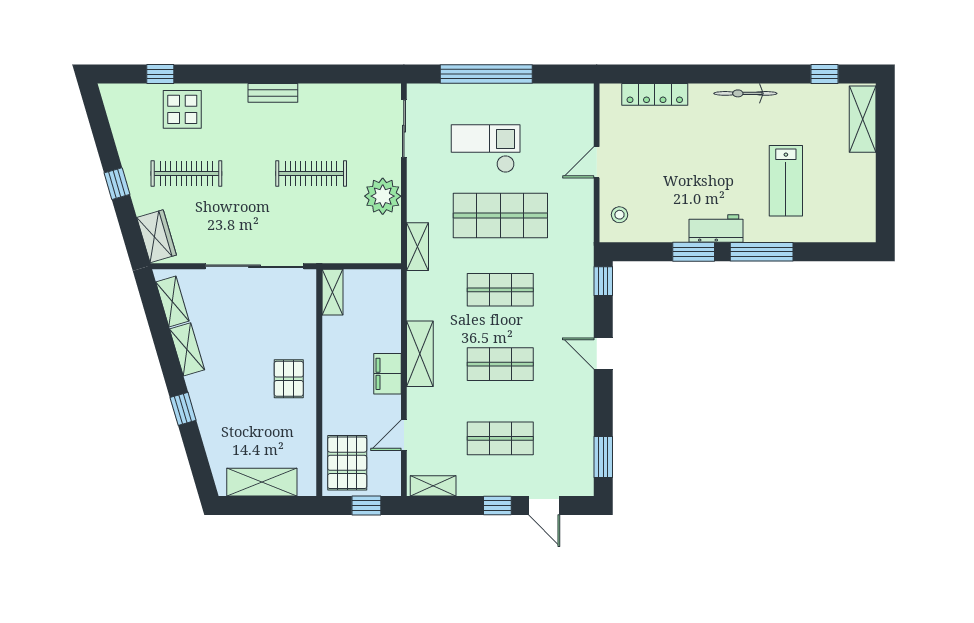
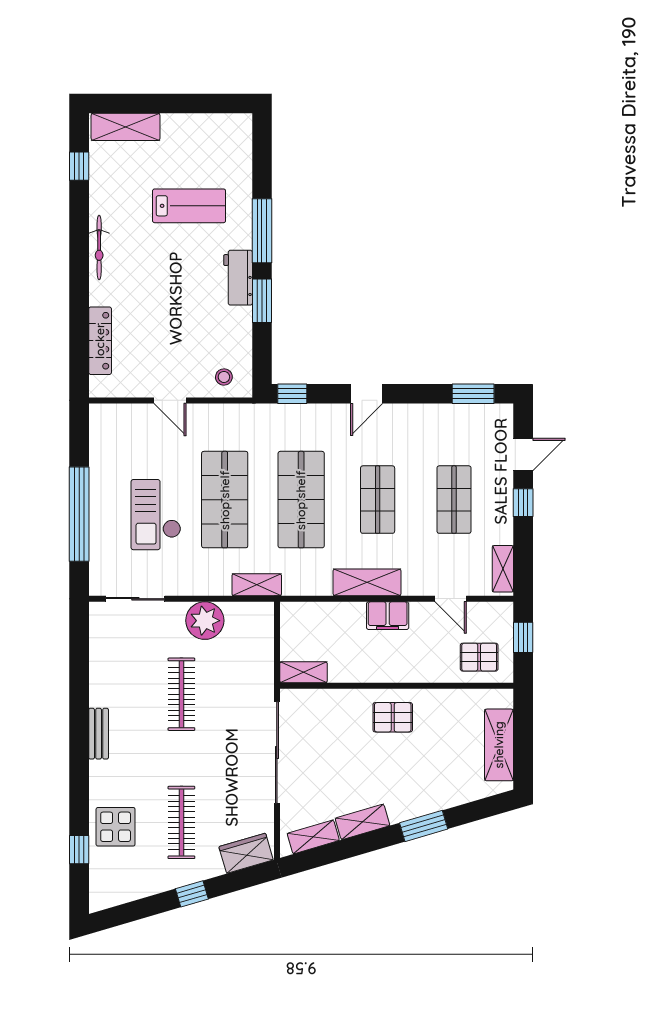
shop shelf: (500, 290) -> (301, 500), width x1.43, depth x1.36
window: (183, 409) -> (424, 826), width x1.50
pallet: (347, 463) -> (479, 657), width x0.67, depth x0.71

